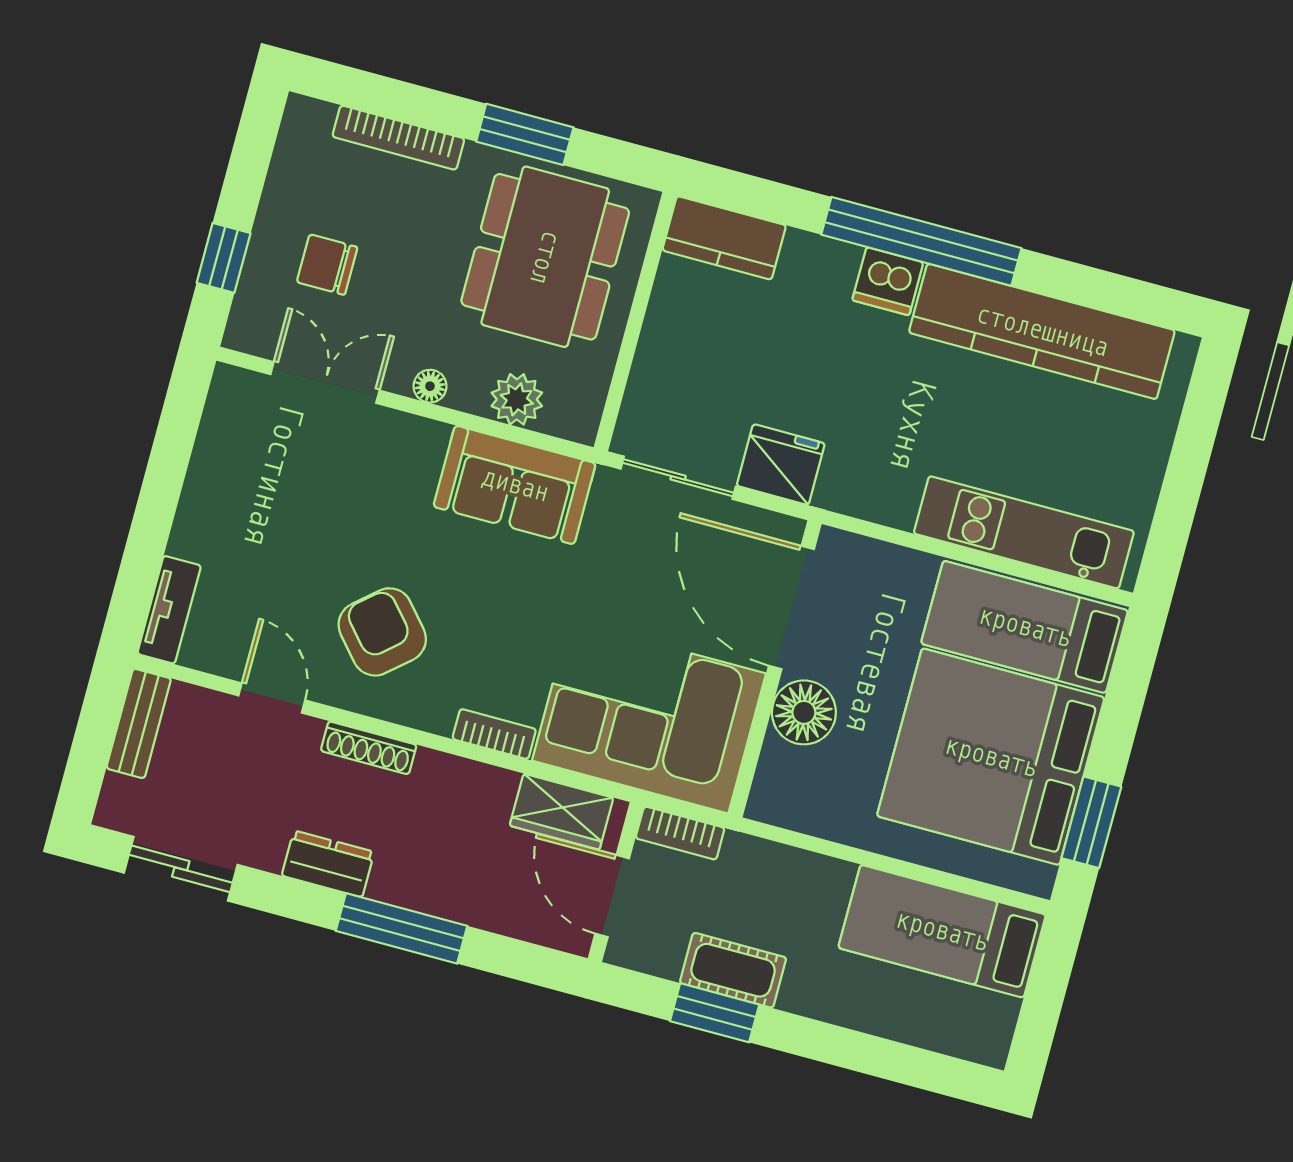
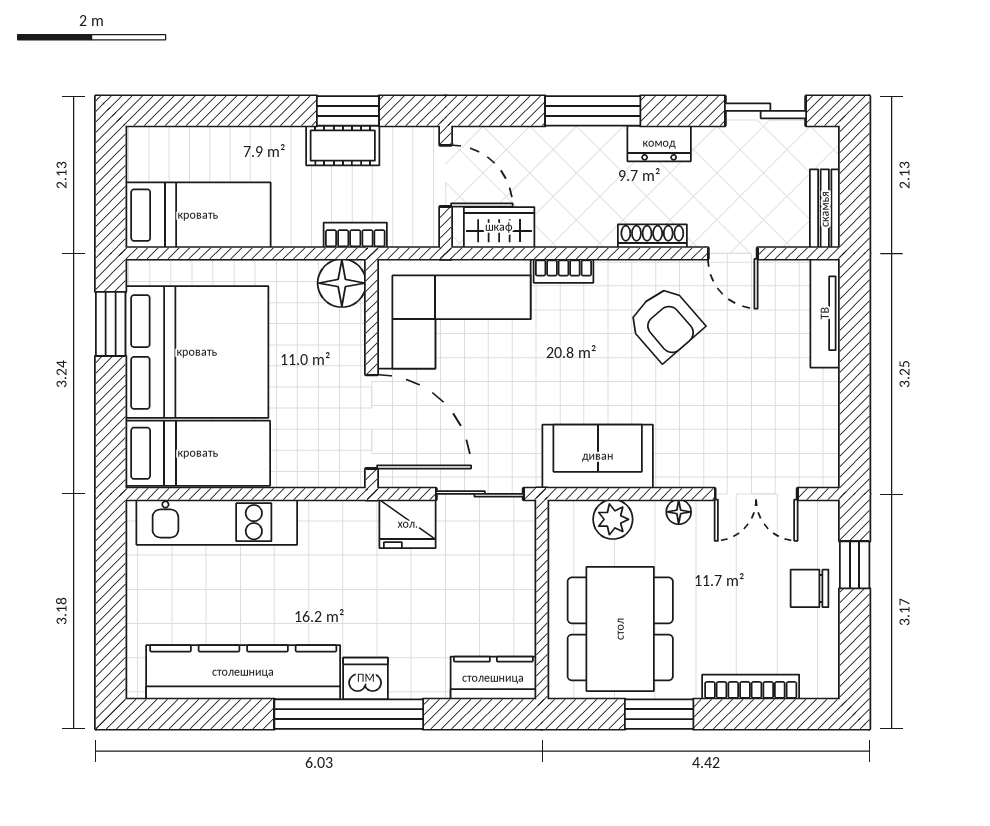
chair: (327, 265) -> (810, 588), moved, turned 180
tv unit: (169, 610) -> (825, 313), width x1.41
floor lamp: (804, 712) -> (342, 283), moved
bookcase: (680, 833) -> (355, 235), moved

